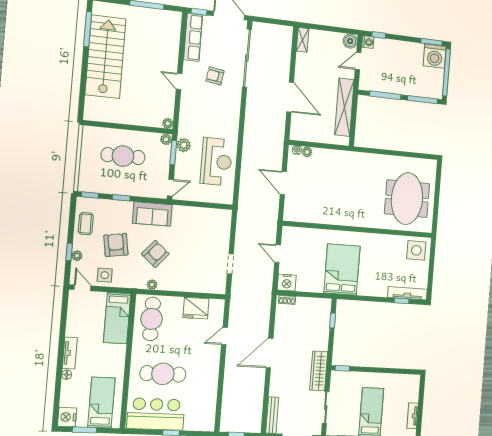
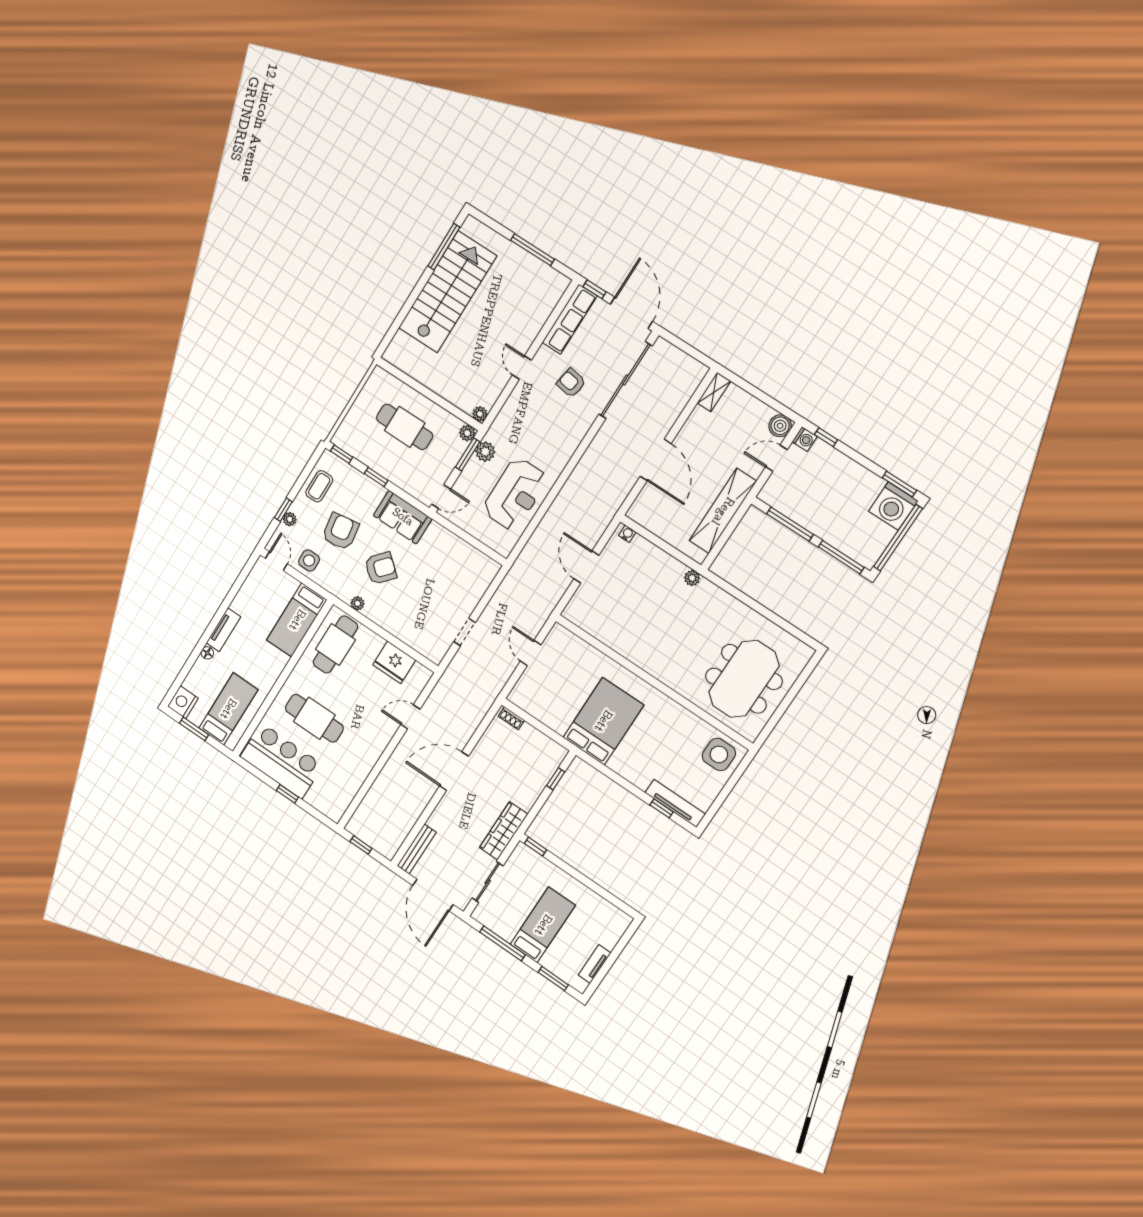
plant: (307, 152) -> (692, 578), moved
nightstand: (287, 283) -> (523, 696), removed

